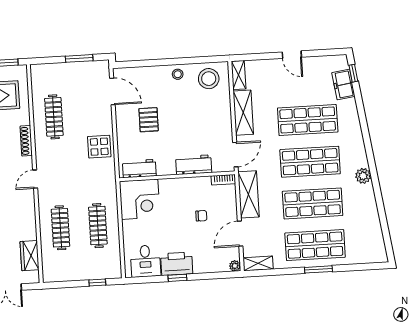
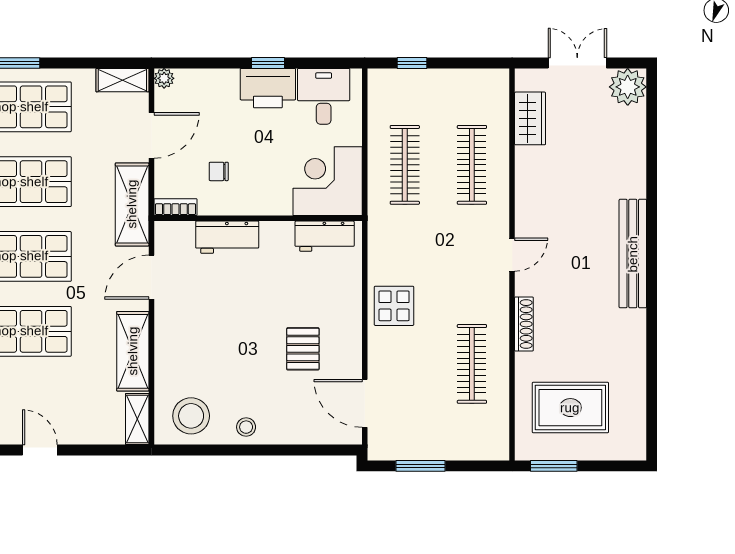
workbench: (194, 165) -> (227, 237), moved
workbench: (139, 169) -> (325, 236), moved
wall: (177, 176) -> (258, 218), moved
bookcase: (223, 180) -> (175, 207), moved
corner desk: (140, 199) -> (328, 181), moved

